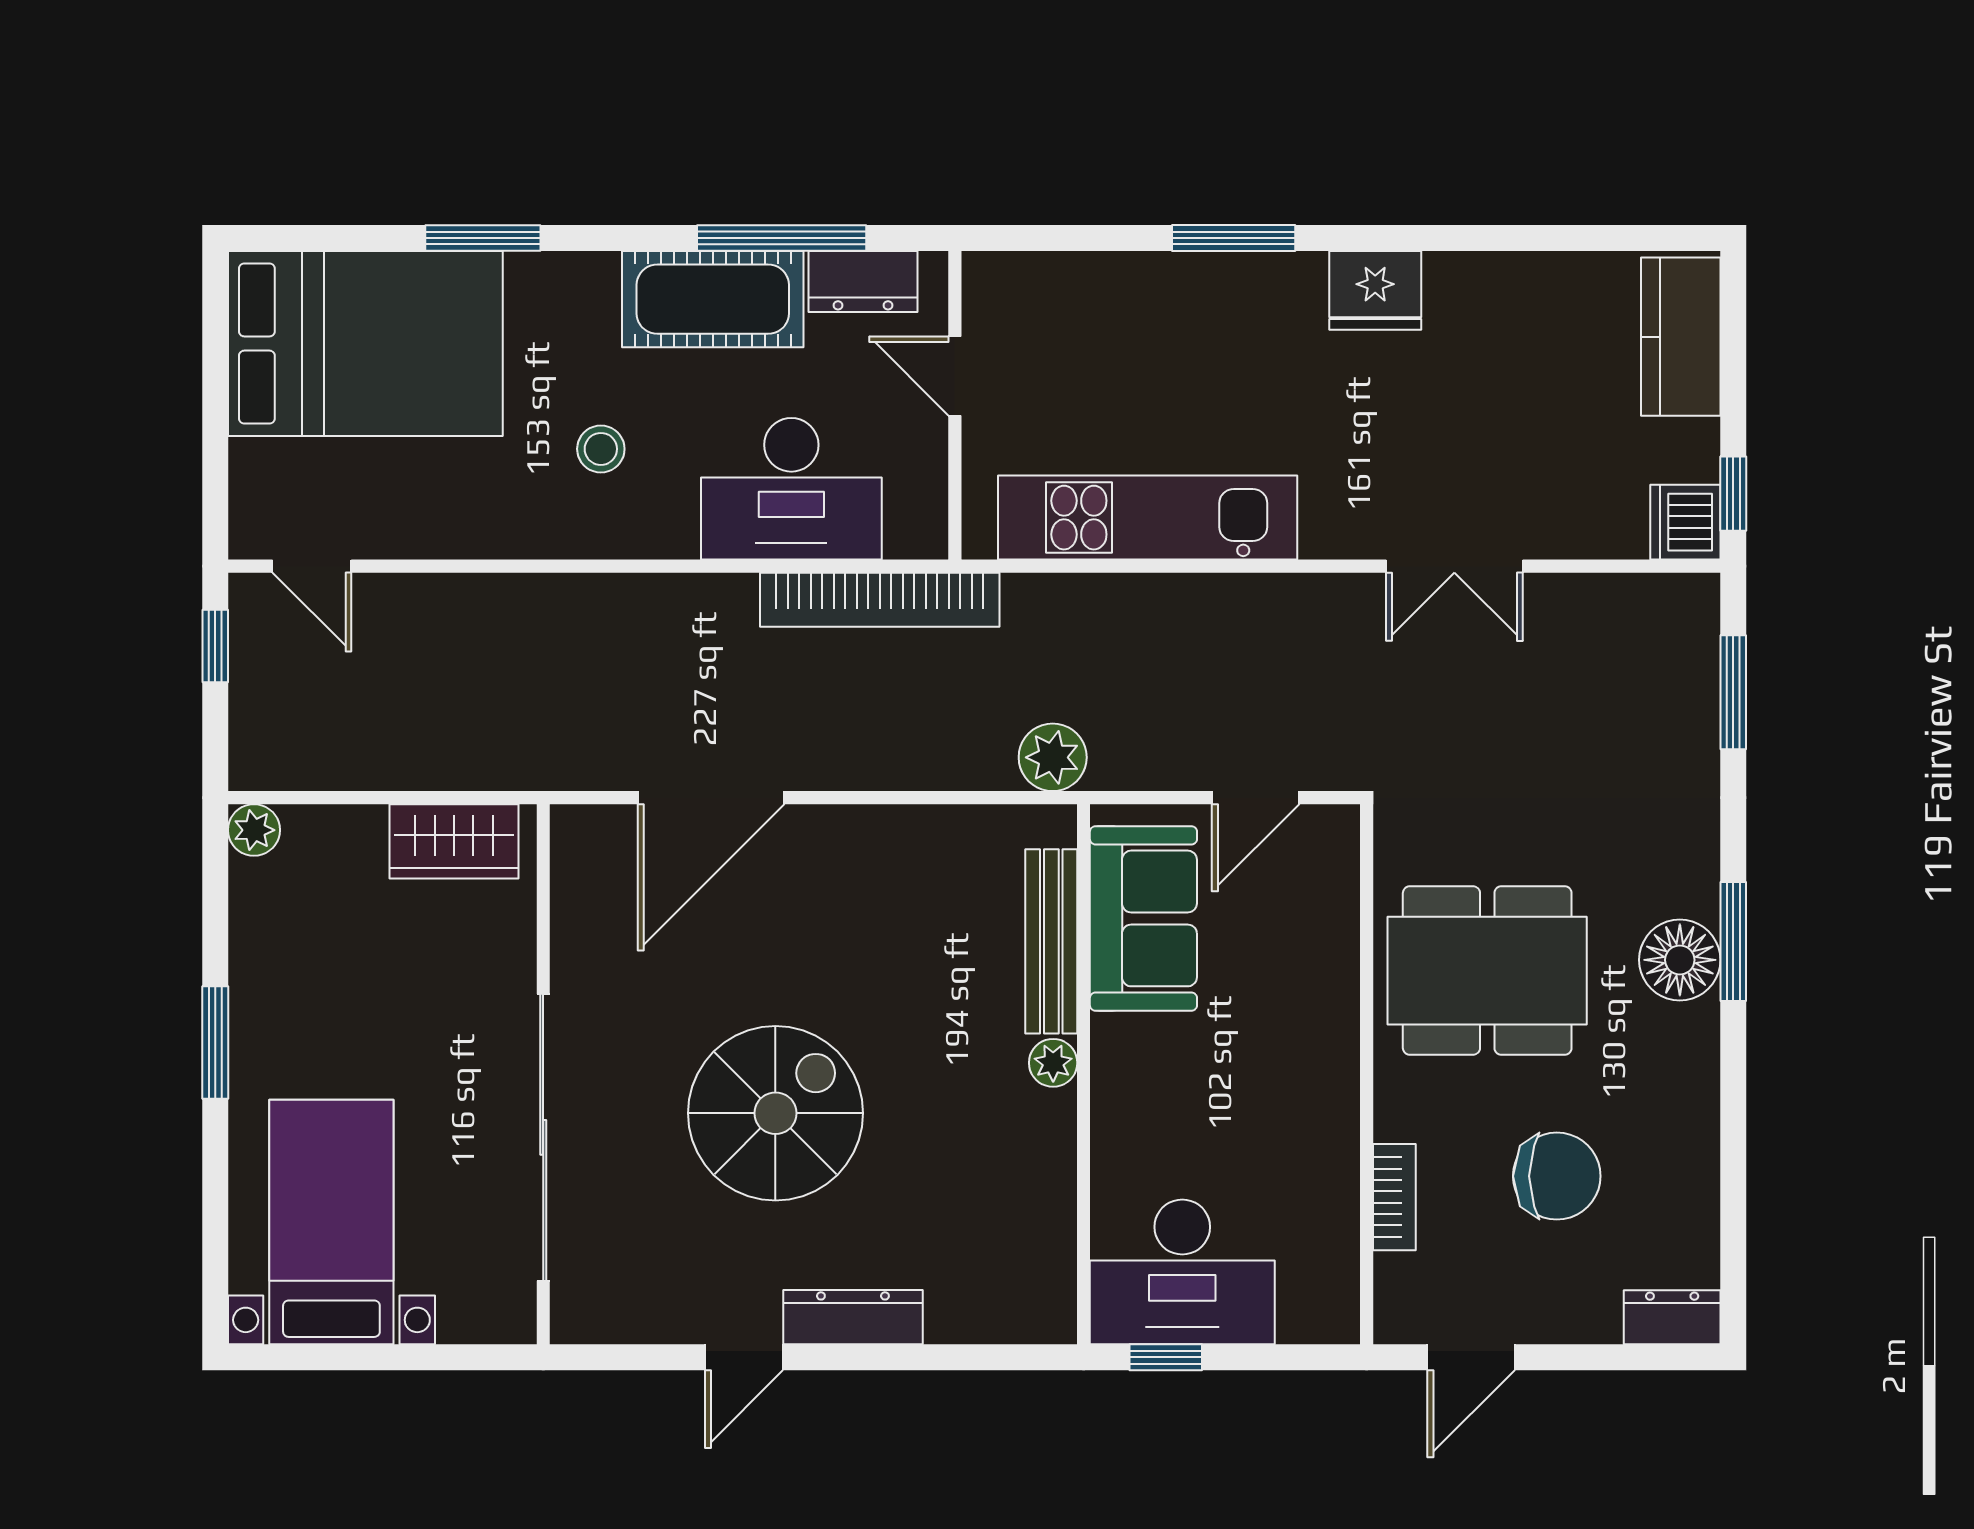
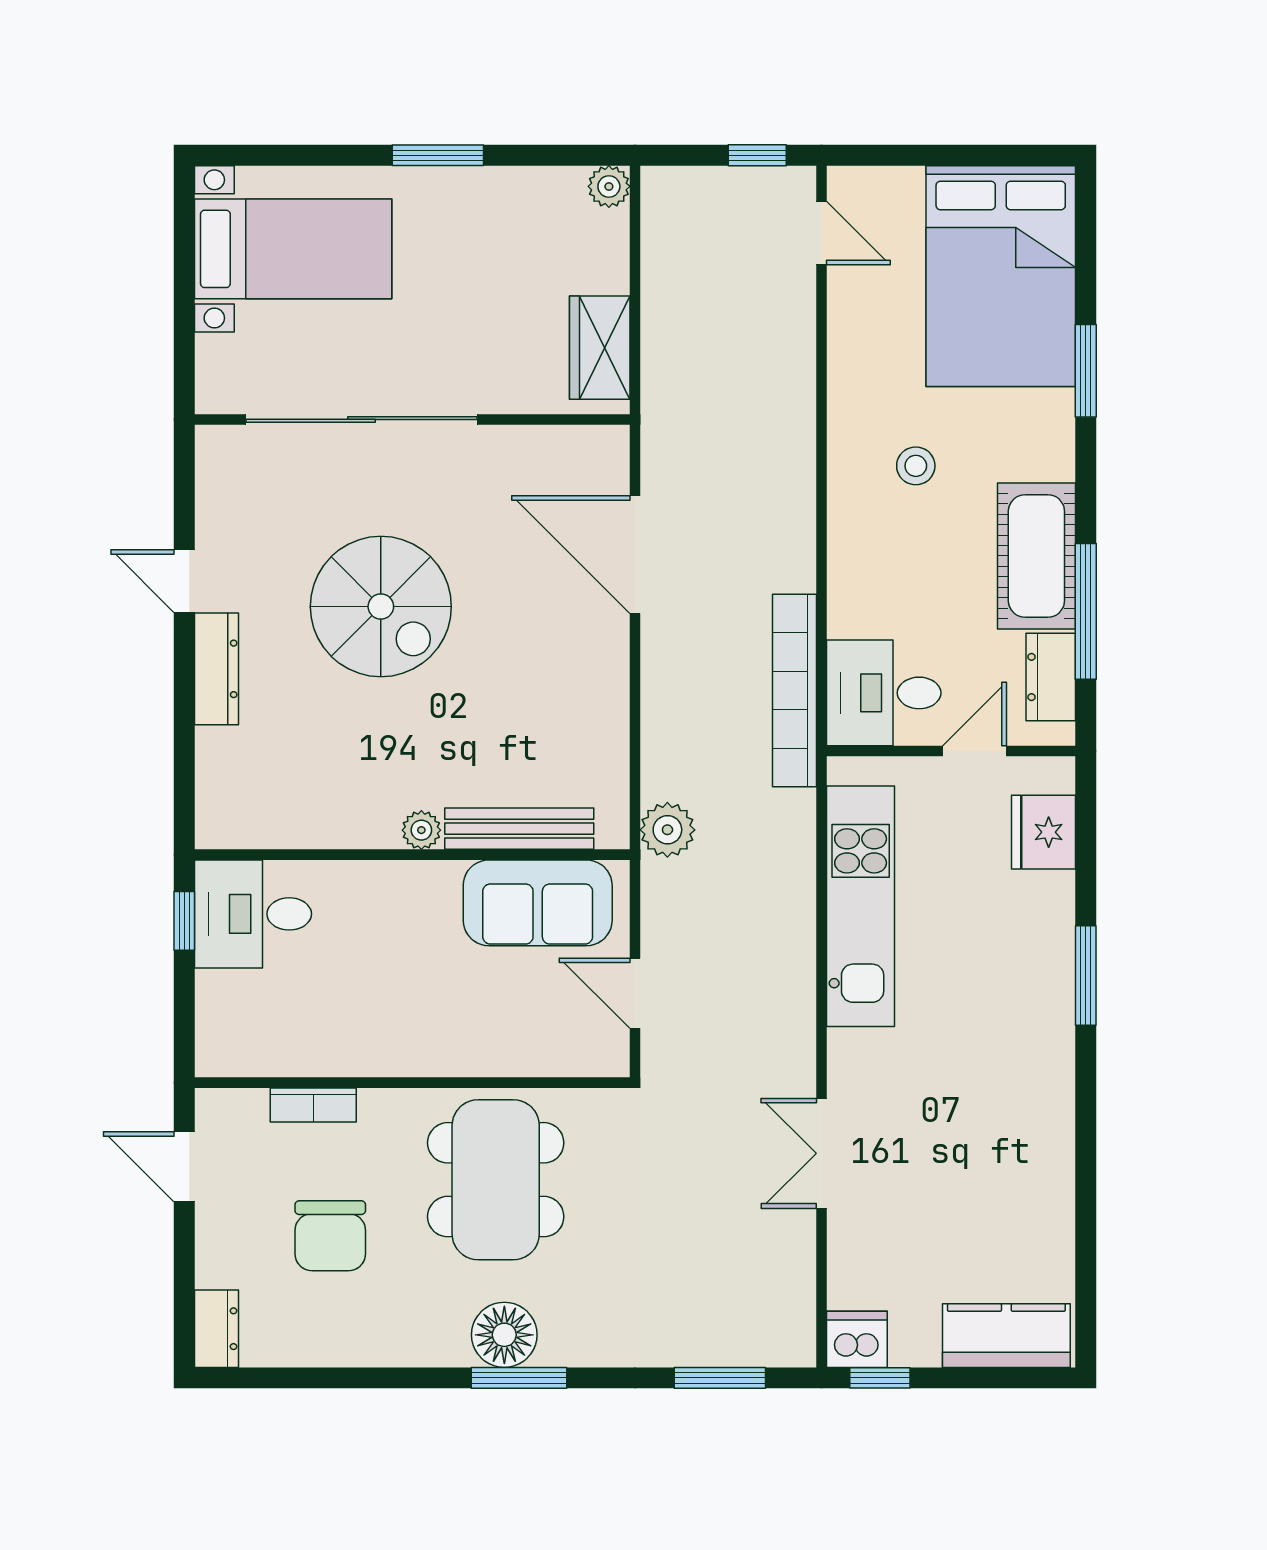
fridge: (1375, 290) -> (1043, 832), moved
desk: (791, 489) -> (884, 693), moved, width x0.73
door: (312, 566) -> (821, 233), swing flipped
desk: (1182, 1272) -> (253, 914), width x0.73

